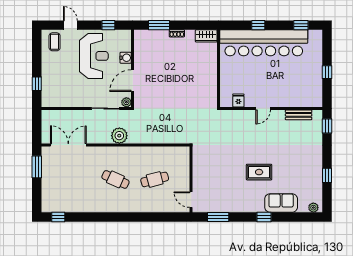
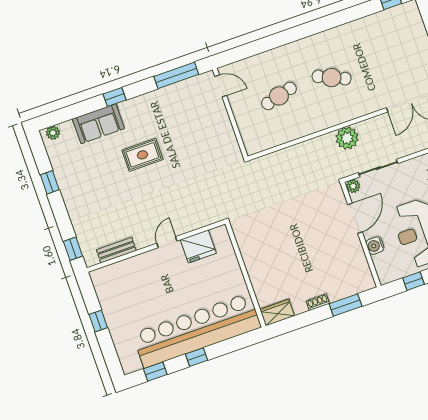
window: (258, 25) -> (197, 357), moved
fridge: (238, 100) -> (198, 246), width x1.88, depth x1.34
window: (218, 217) -> (176, 75), width x1.44

